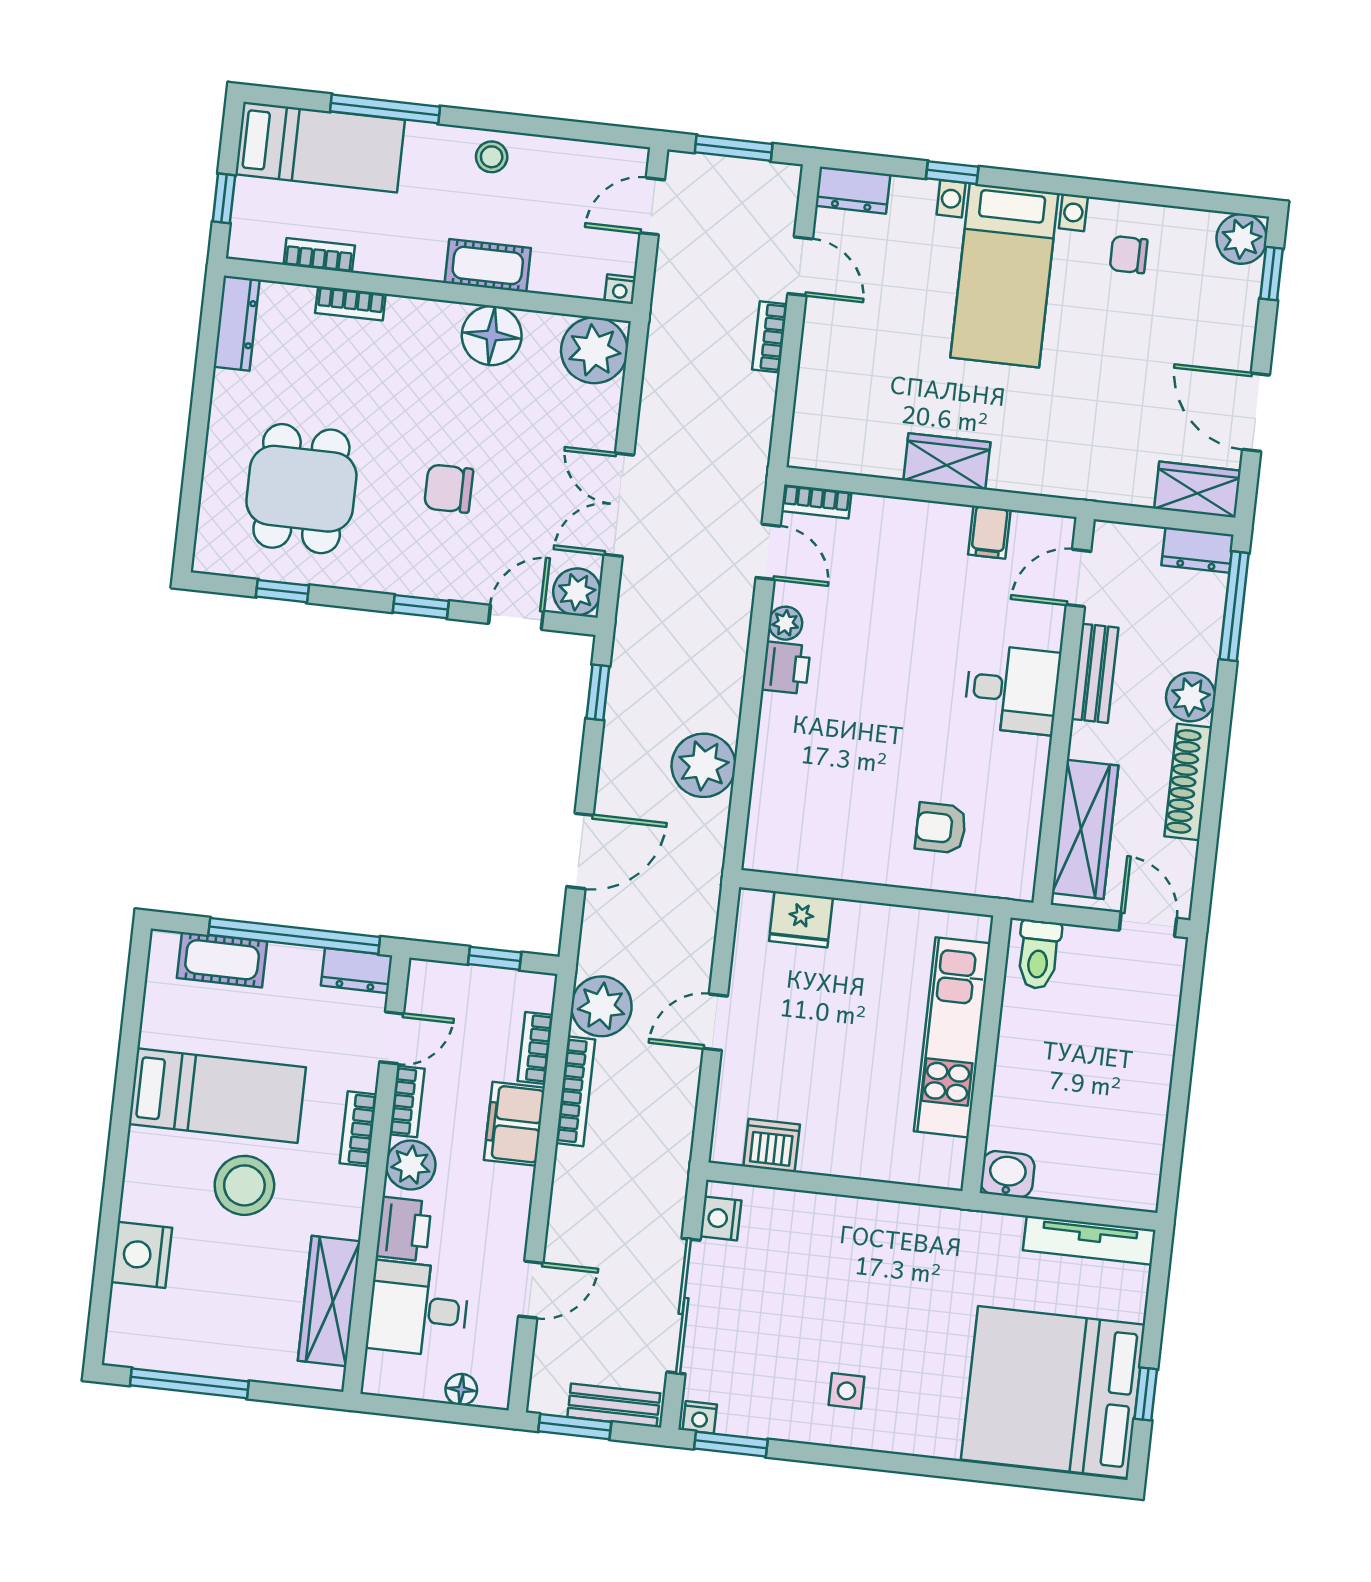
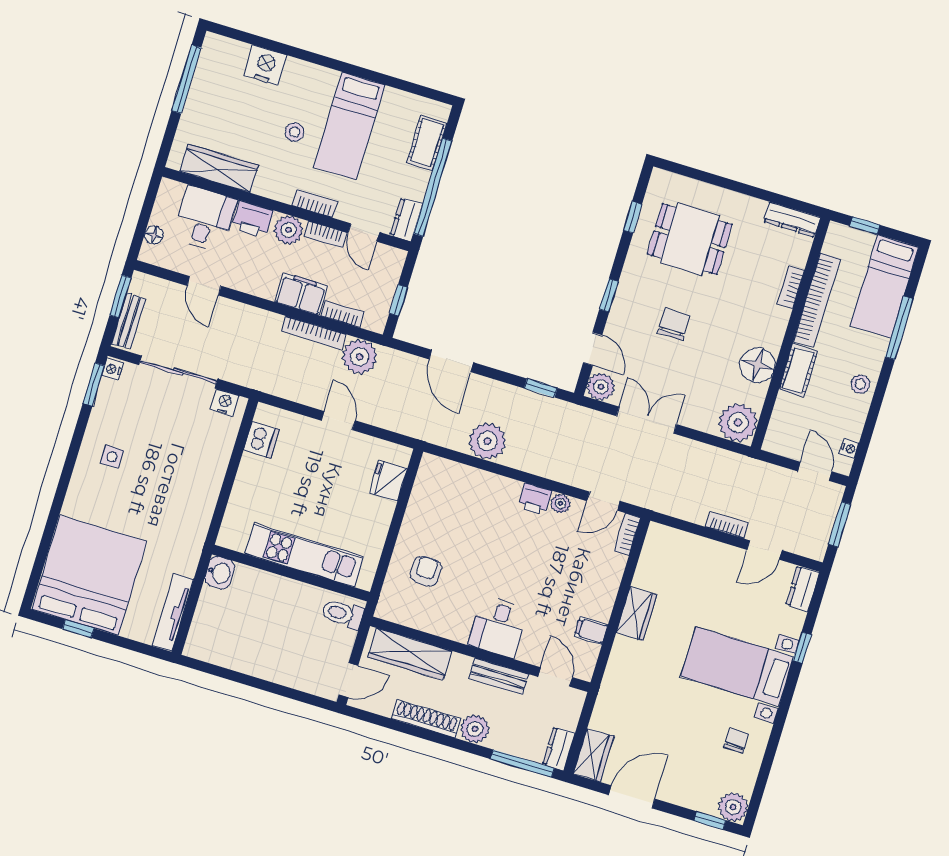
bookcase: (319, 255) -> (817, 300), width x2.31, depth x1.31
nightstand: (620, 289) -> (849, 448), moved, turned 180
stool: (244, 1185) -> (295, 132), width x0.53, depth x0.53

